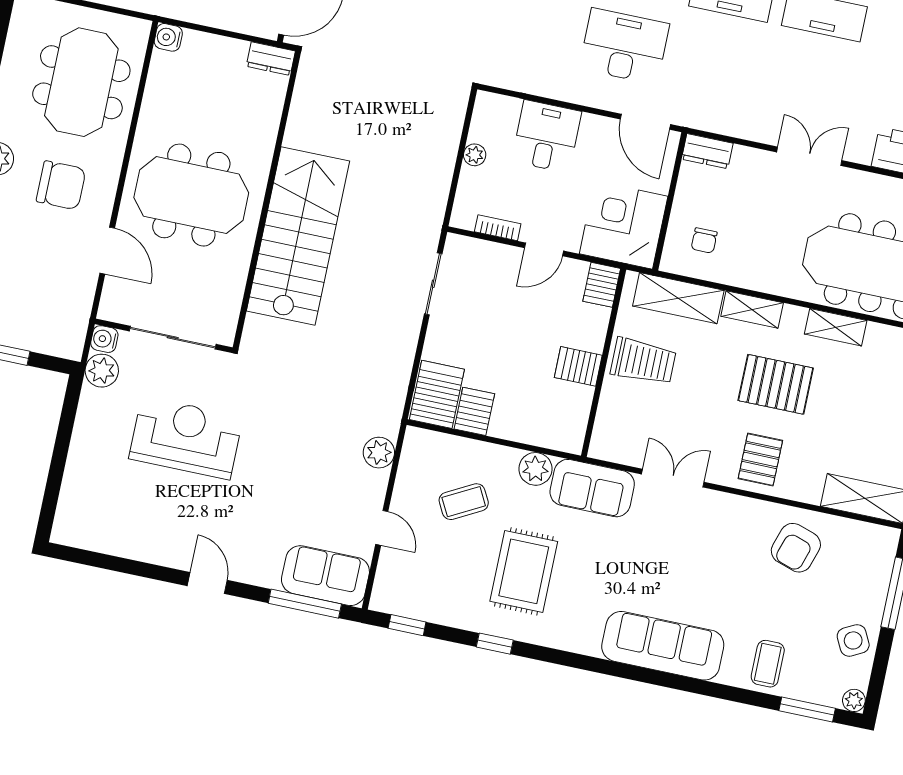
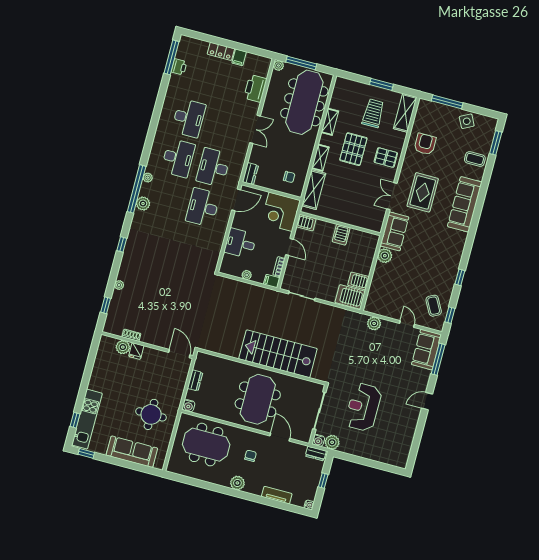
dresser: (271, 59) -> (195, 380), moved
desk: (717, 66) -> (213, 167), added
double door: (809, 156) -> (255, 129), swing flipped
chair: (61, 185) -> (250, 456), width x0.54, depth x0.54
filing cabinet: (464, 213) -> (272, 281), added
door: (107, 251) -> (280, 437), hinge flipped
dresser: (74, 335) -> (316, 454), added
trolley: (643, 361) -> (373, 113), moved
coffee table: (464, 502) -> (434, 306), moved
door: (382, 528) -> (407, 324), hinge flipped
armchair: (796, 548) -> (425, 144), turned -108
rug: (524, 571) -> (423, 192), moved, turned 90
plant: (854, 700) -> (493, 122), removed

